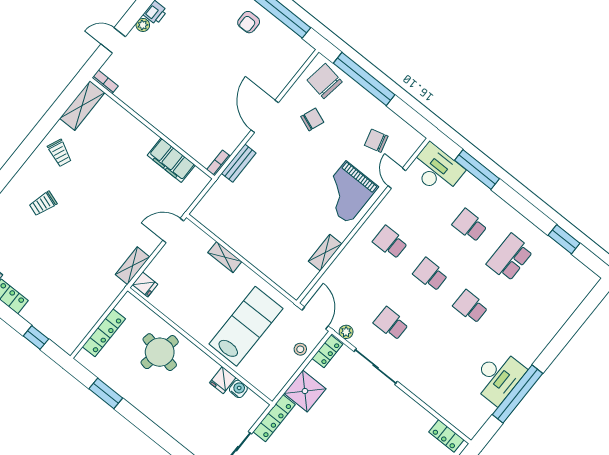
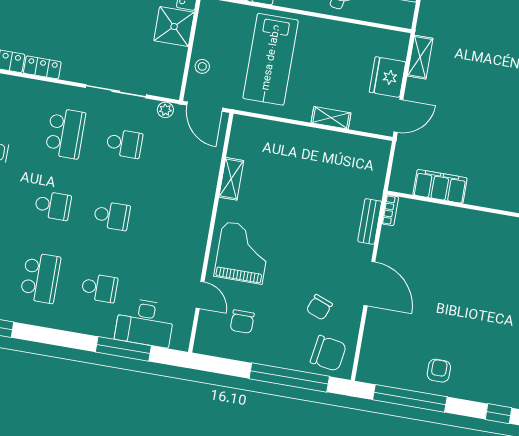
chair: (376, 141) -> (242, 322), turned 105
desk: (436, 170) -> (145, 323), moved
school desk: (390, 242) -> (65, 133), moved, width x1.85
fridge: (145, 284) -> (387, 77), moved, width x1.88, depth x1.34
locker: (327, 351) -> (42, 67), moved, turned 90

